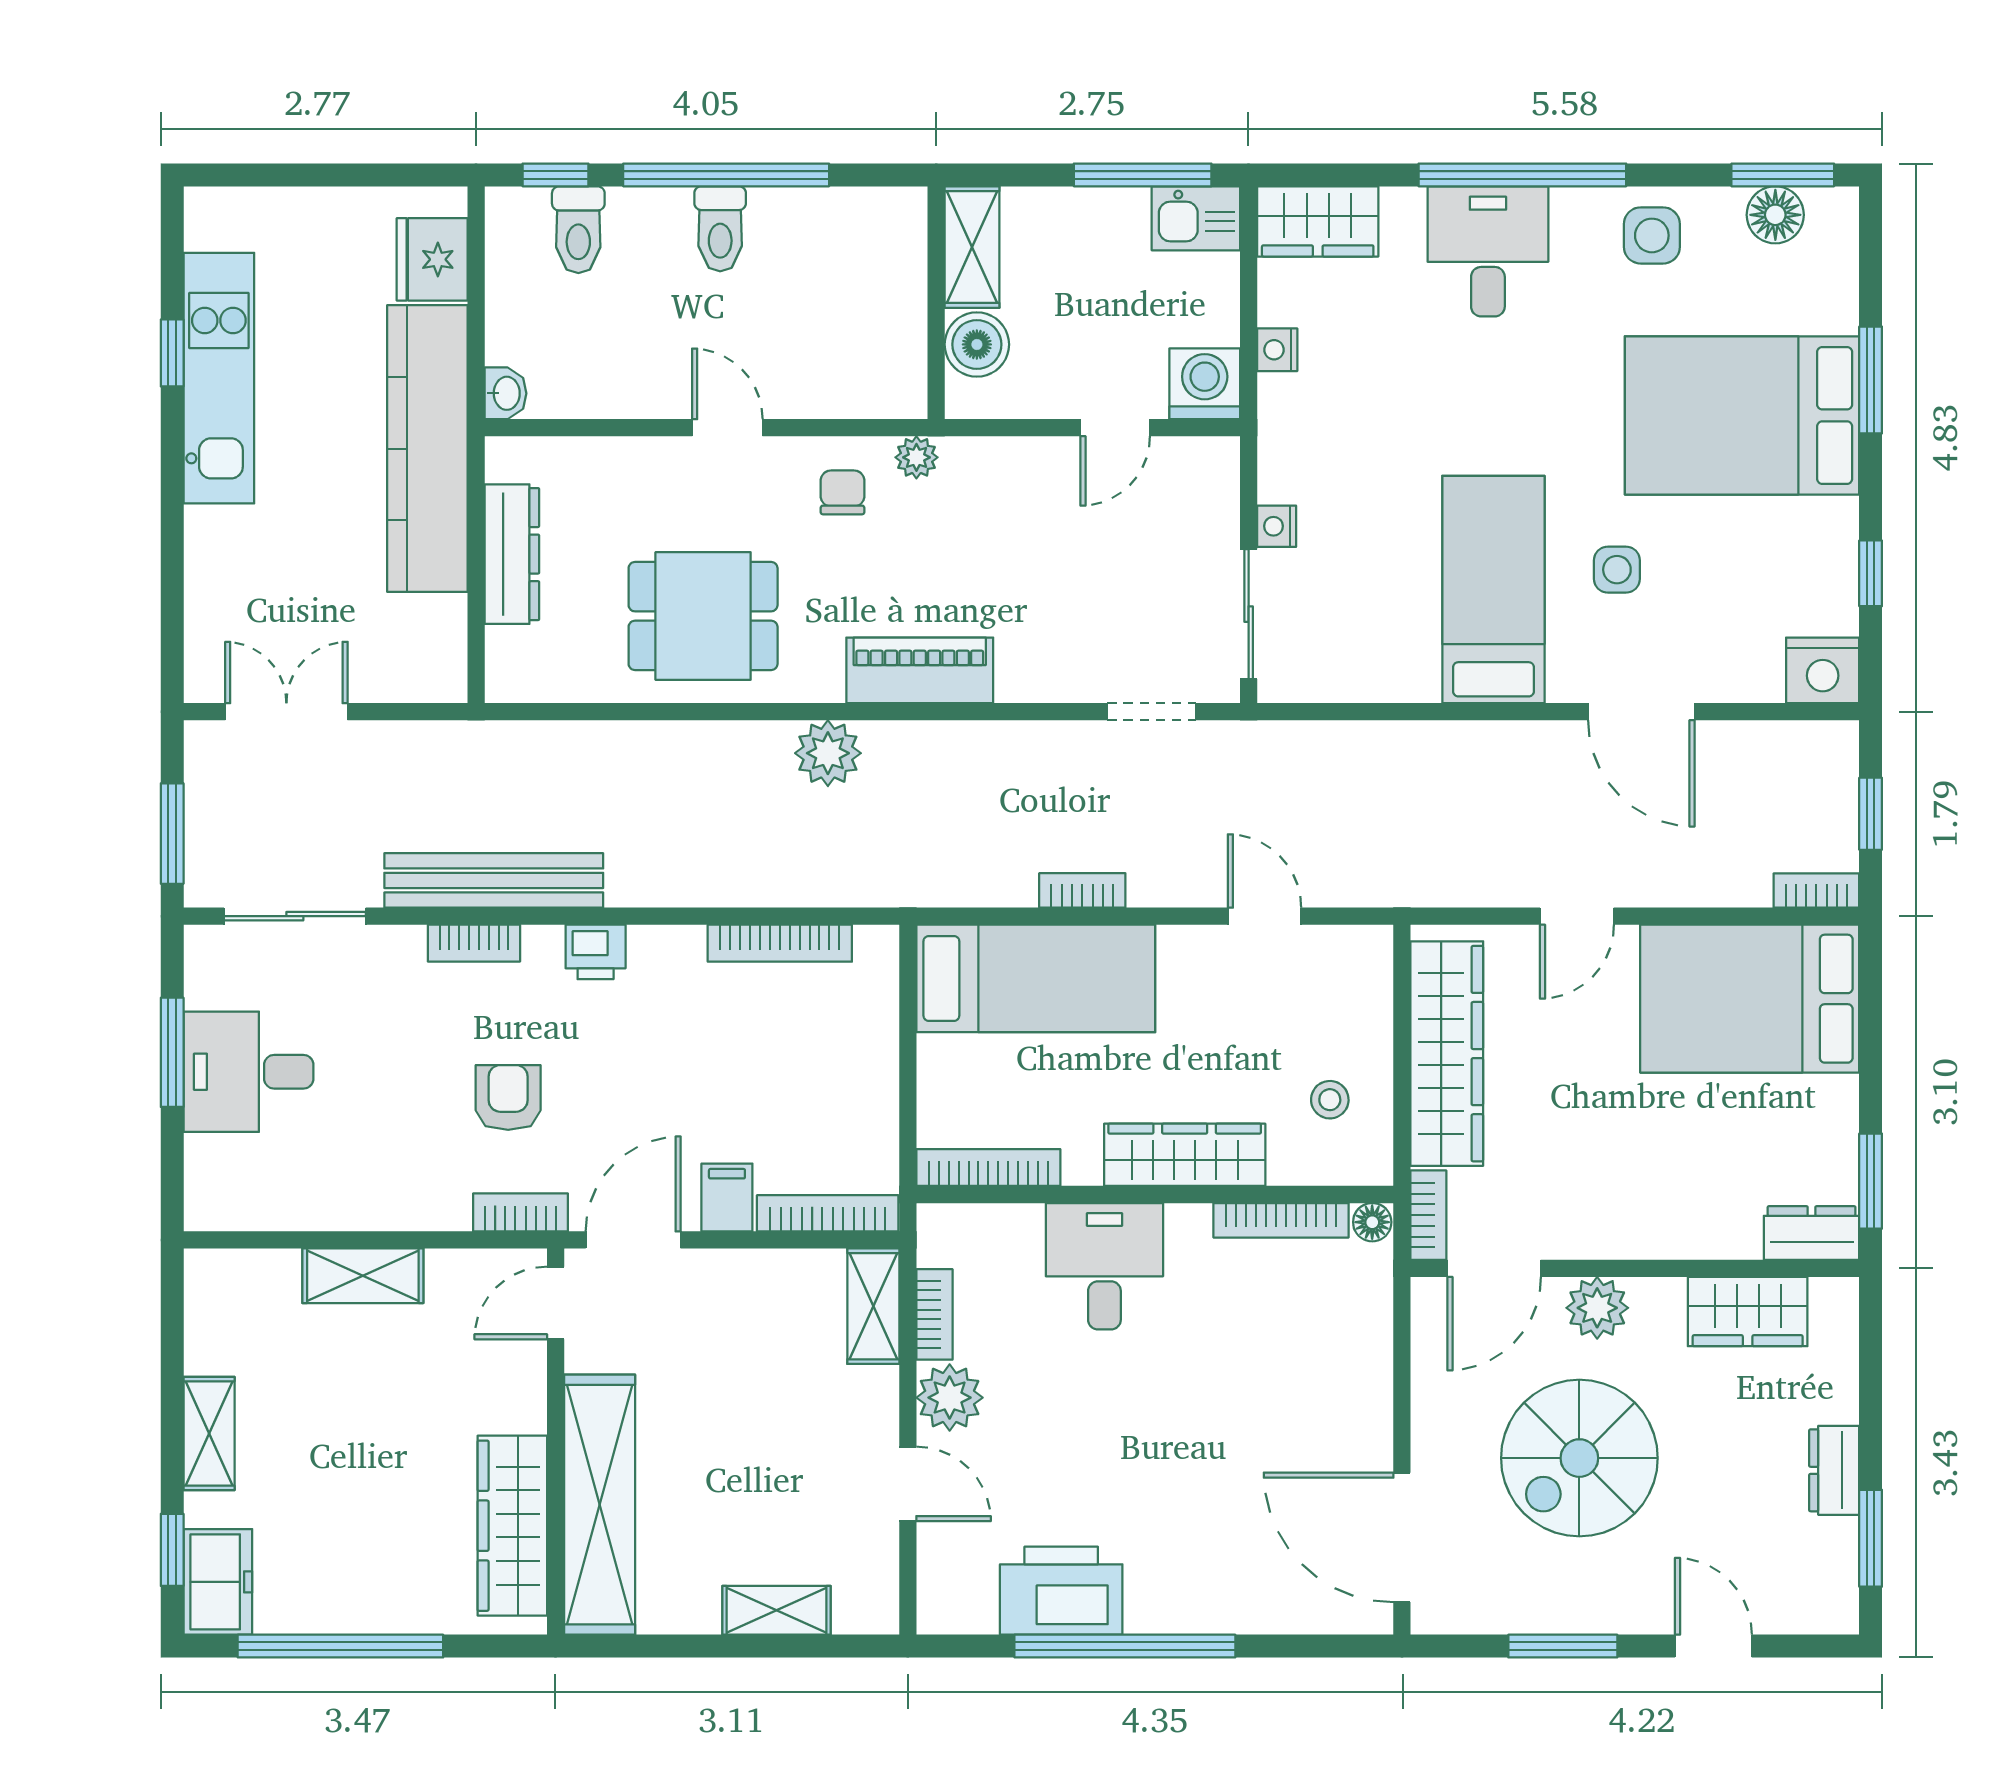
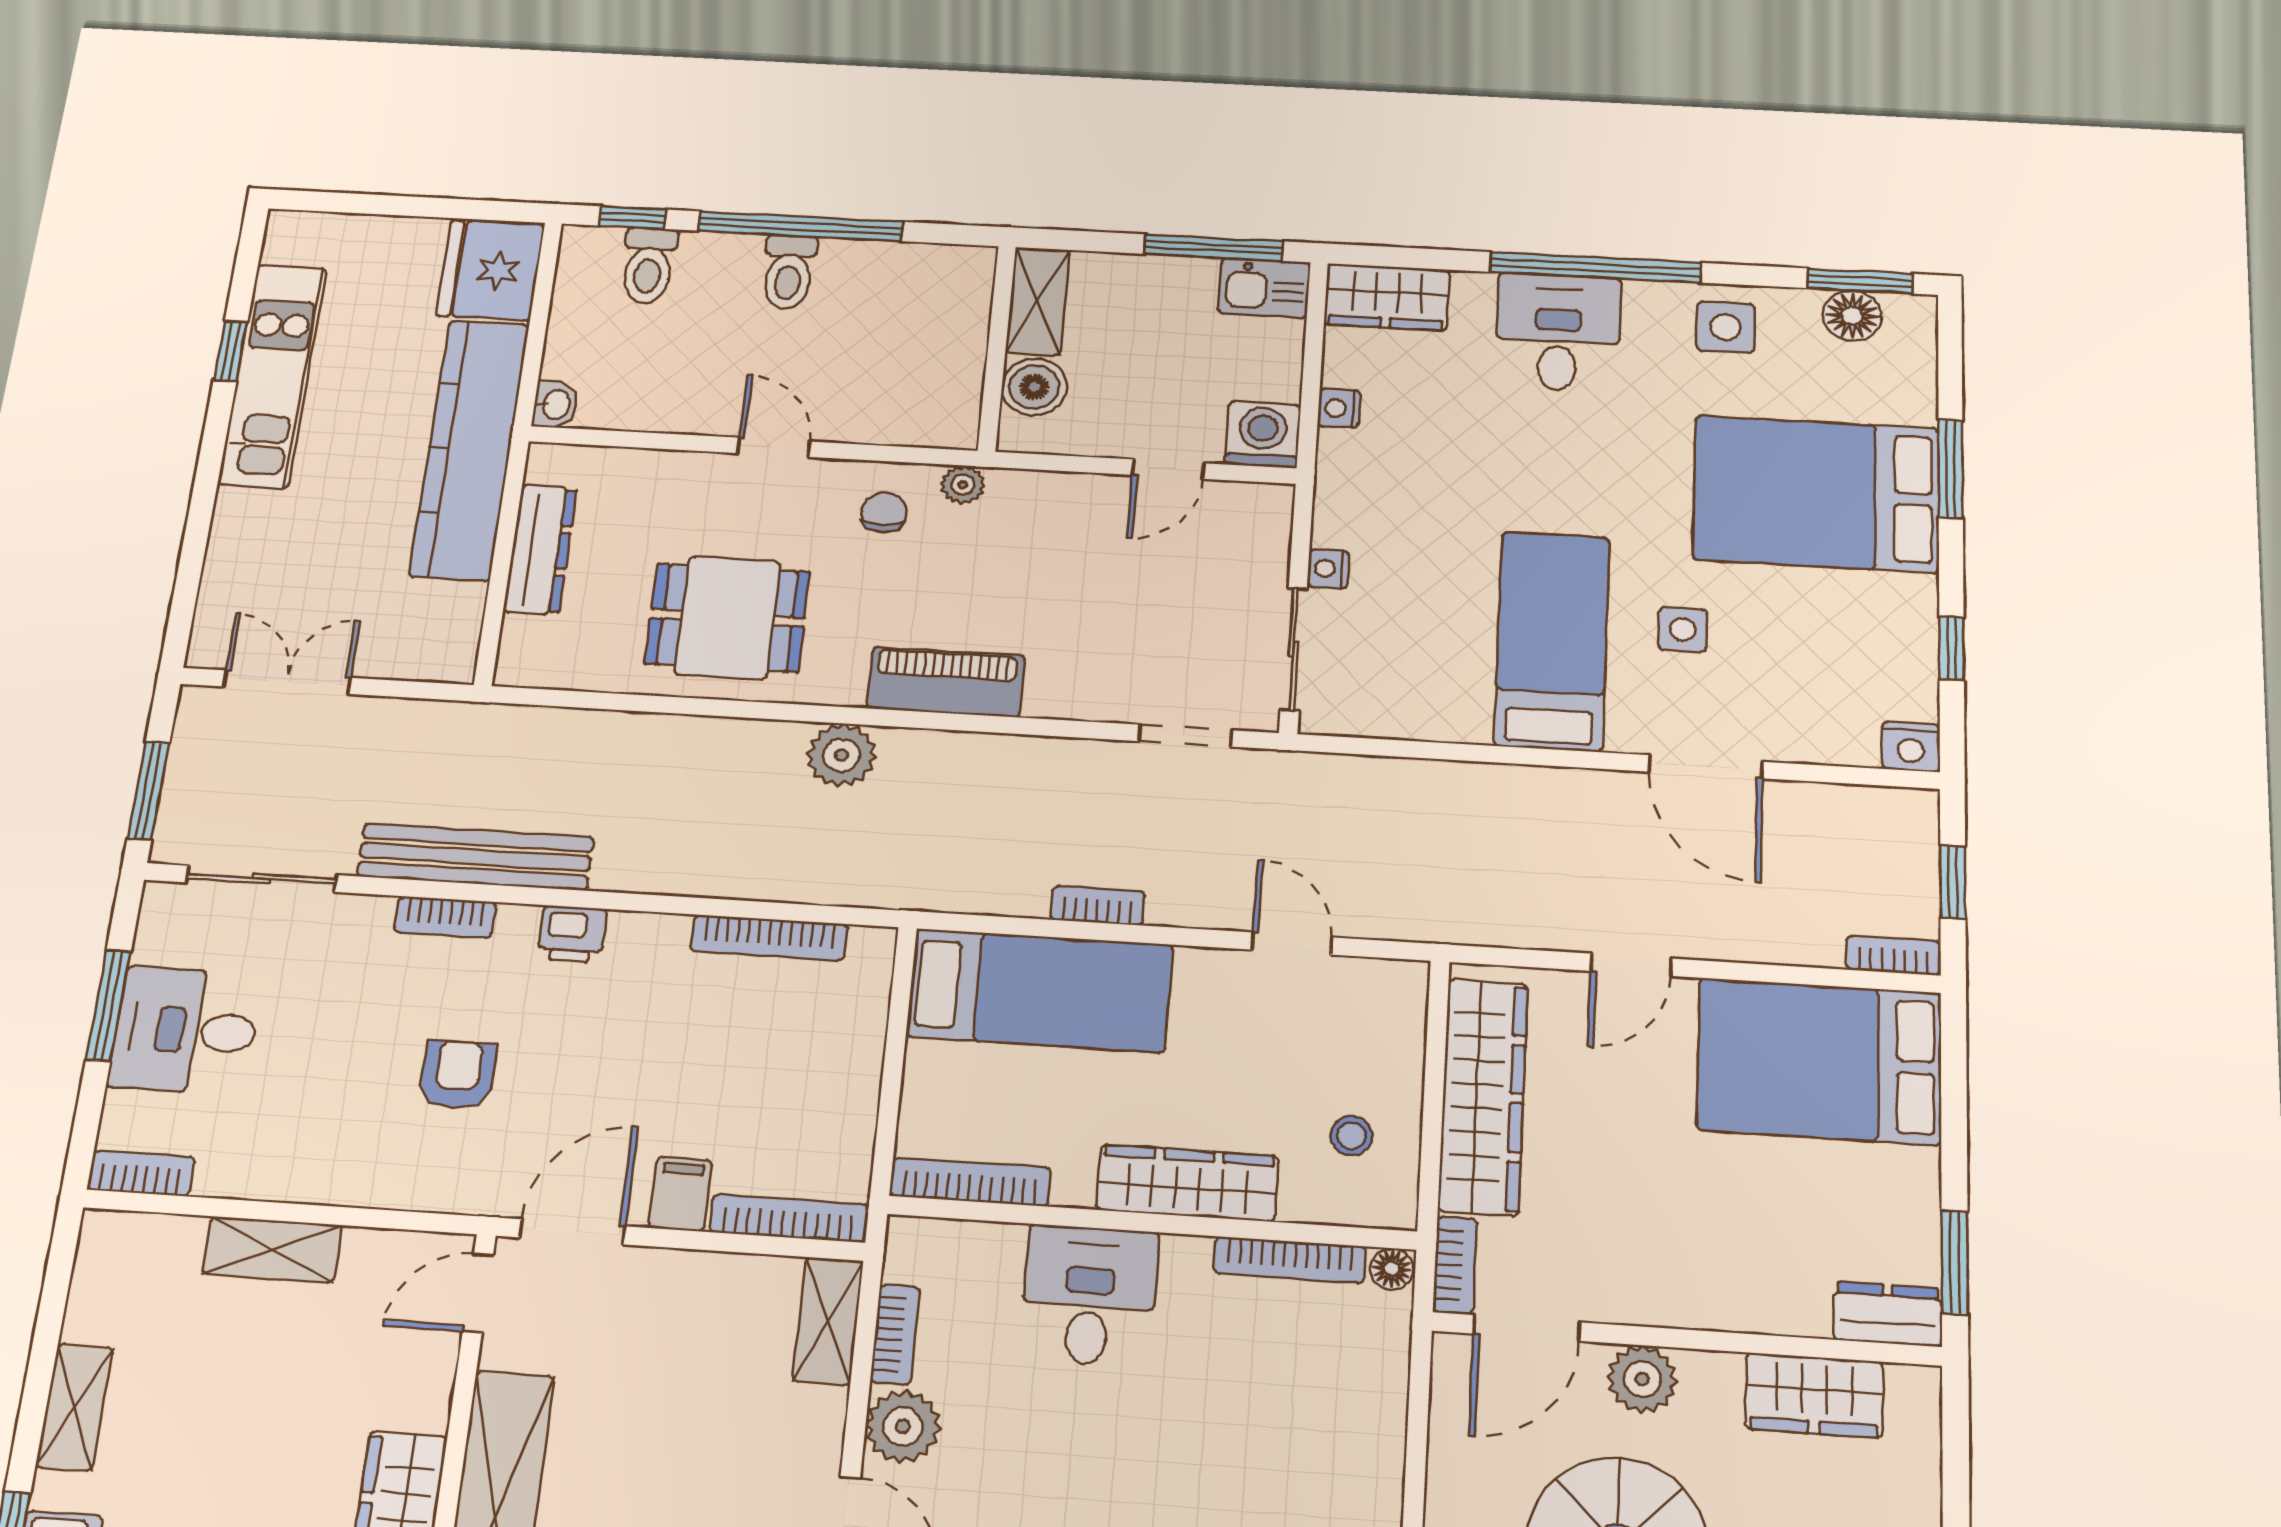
fridge: (432, 259) -> (491, 270), width x1.36, depth x1.34
nightstand: (1823, 670) -> (1911, 747), width x0.74, depth x0.75
bookcase: (521, 1212) -> (141, 1173), moved

